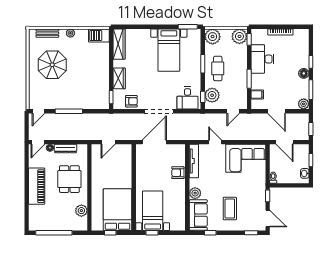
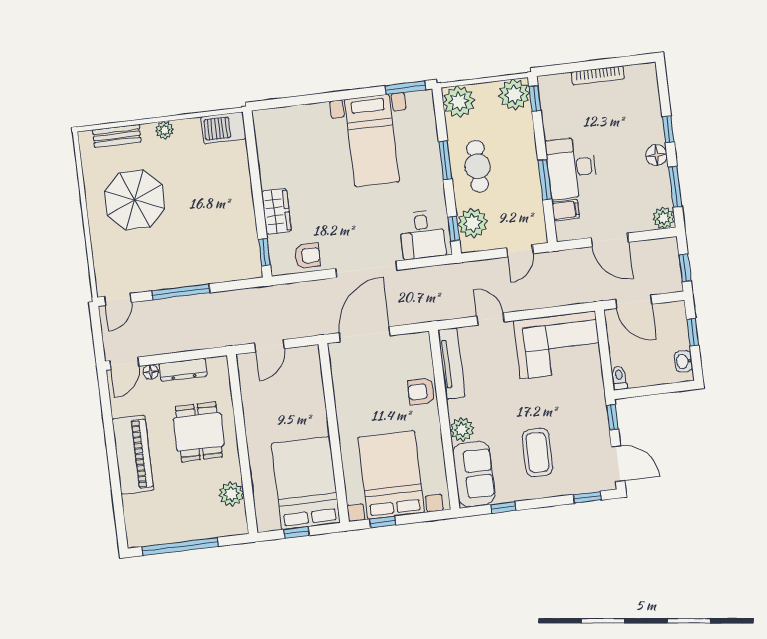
wardrobe: (119, 44) -> (268, 141), removed
desk: (262, 59) -> (571, 168), moved
bed with nightstands: (153, 211) -> (391, 475), width x1.36

